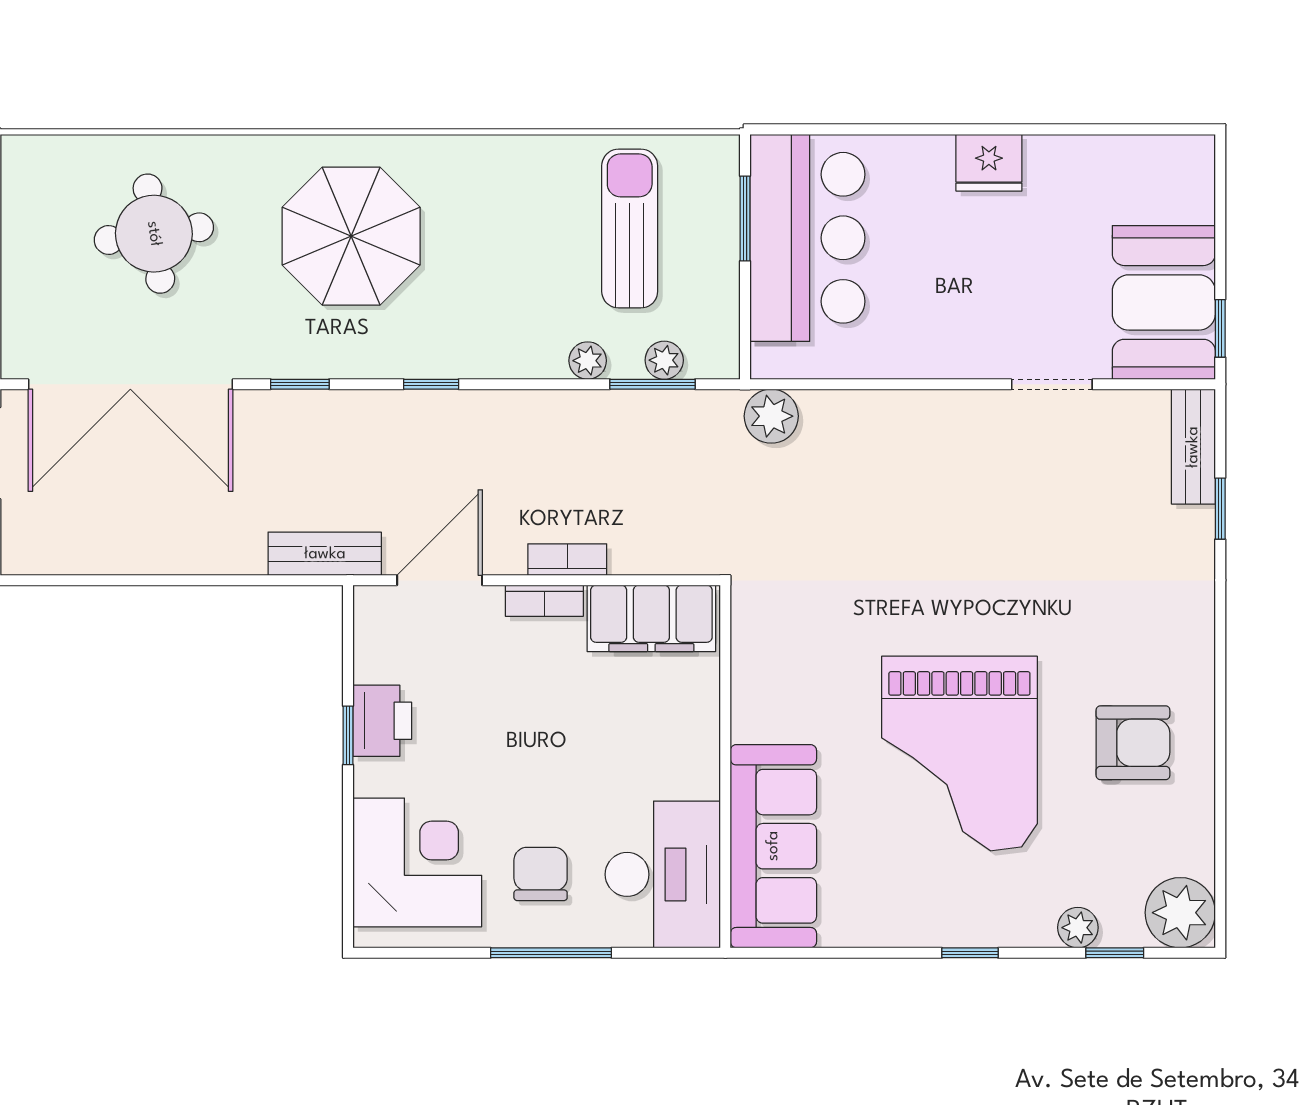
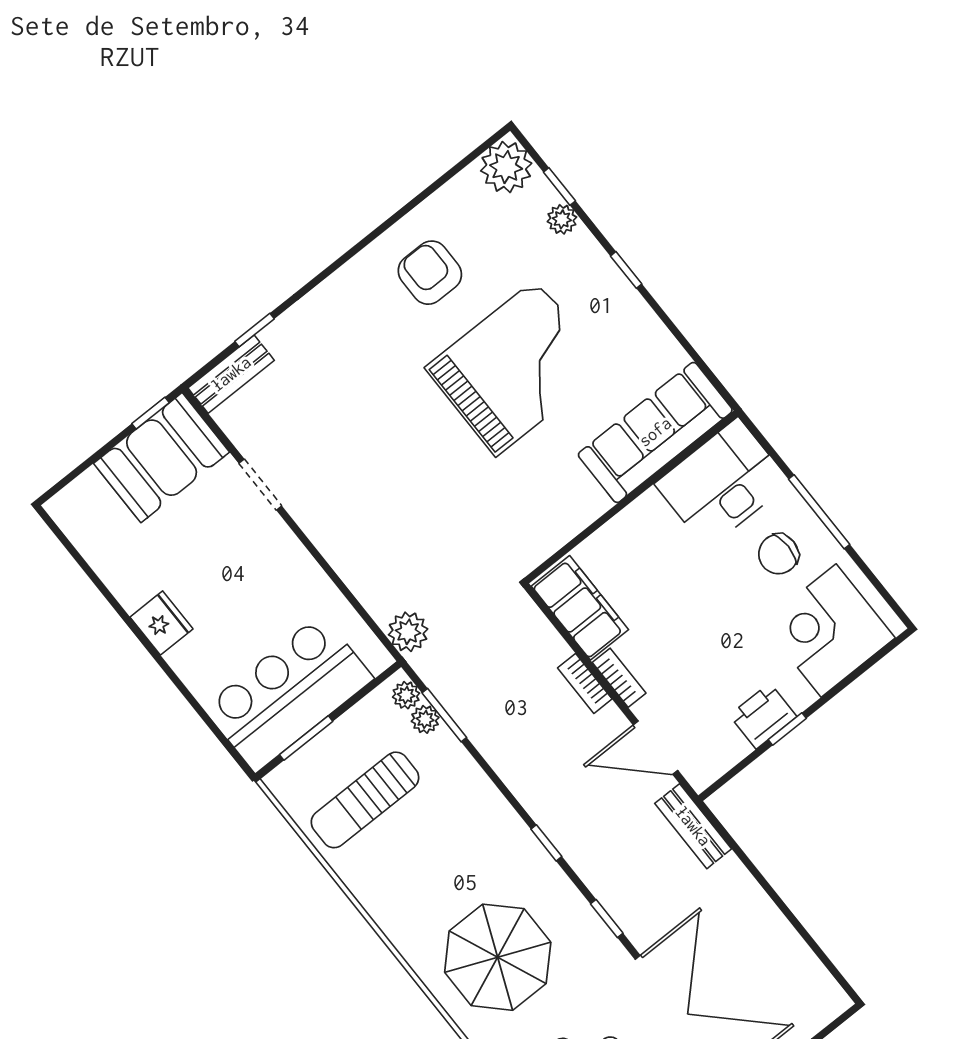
plant: (588, 361) -> (406, 695), moved

